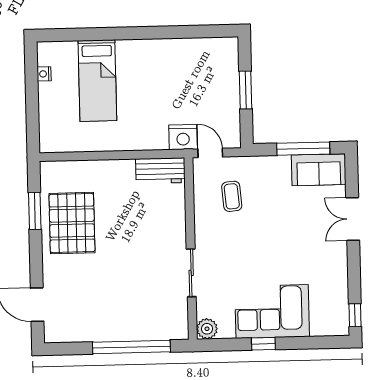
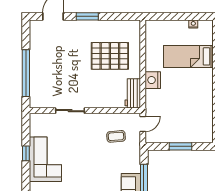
nightstand: (183, 137) -> (153, 80), moved
window: (35, 211) -> (87, 16), moved
pallet: (72, 223) -> (110, 56), moved
plant: (207, 329) -> (36, 119), removed

